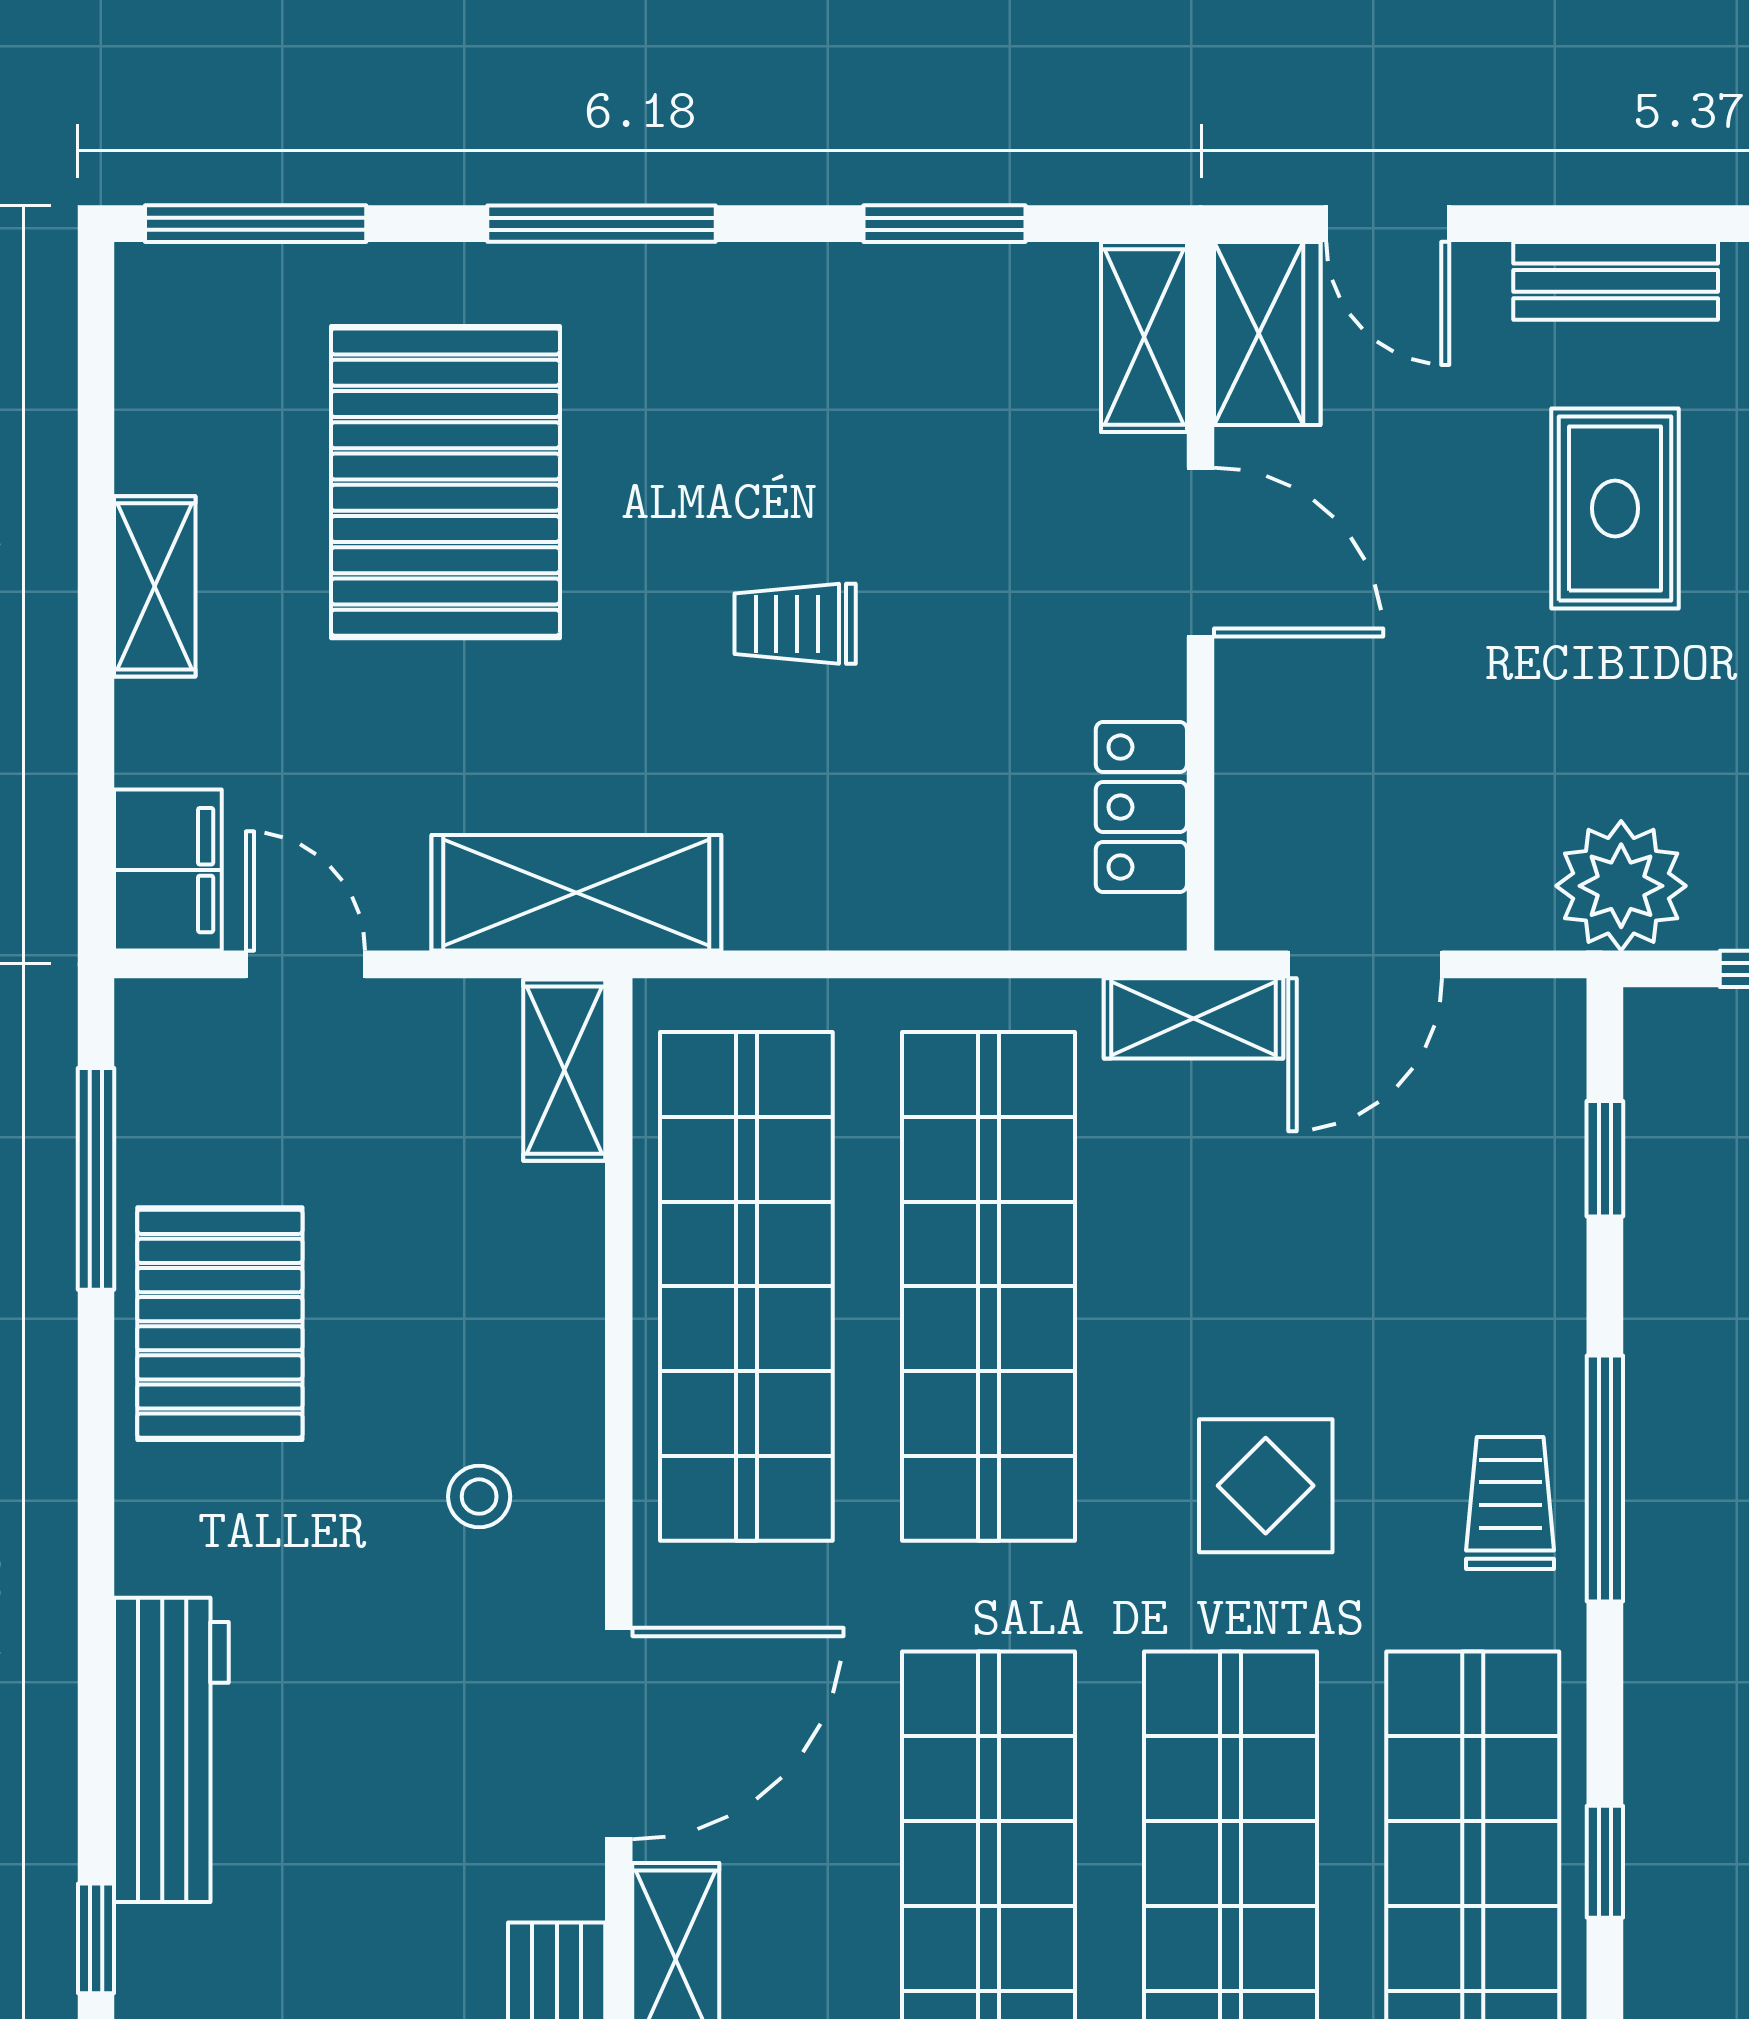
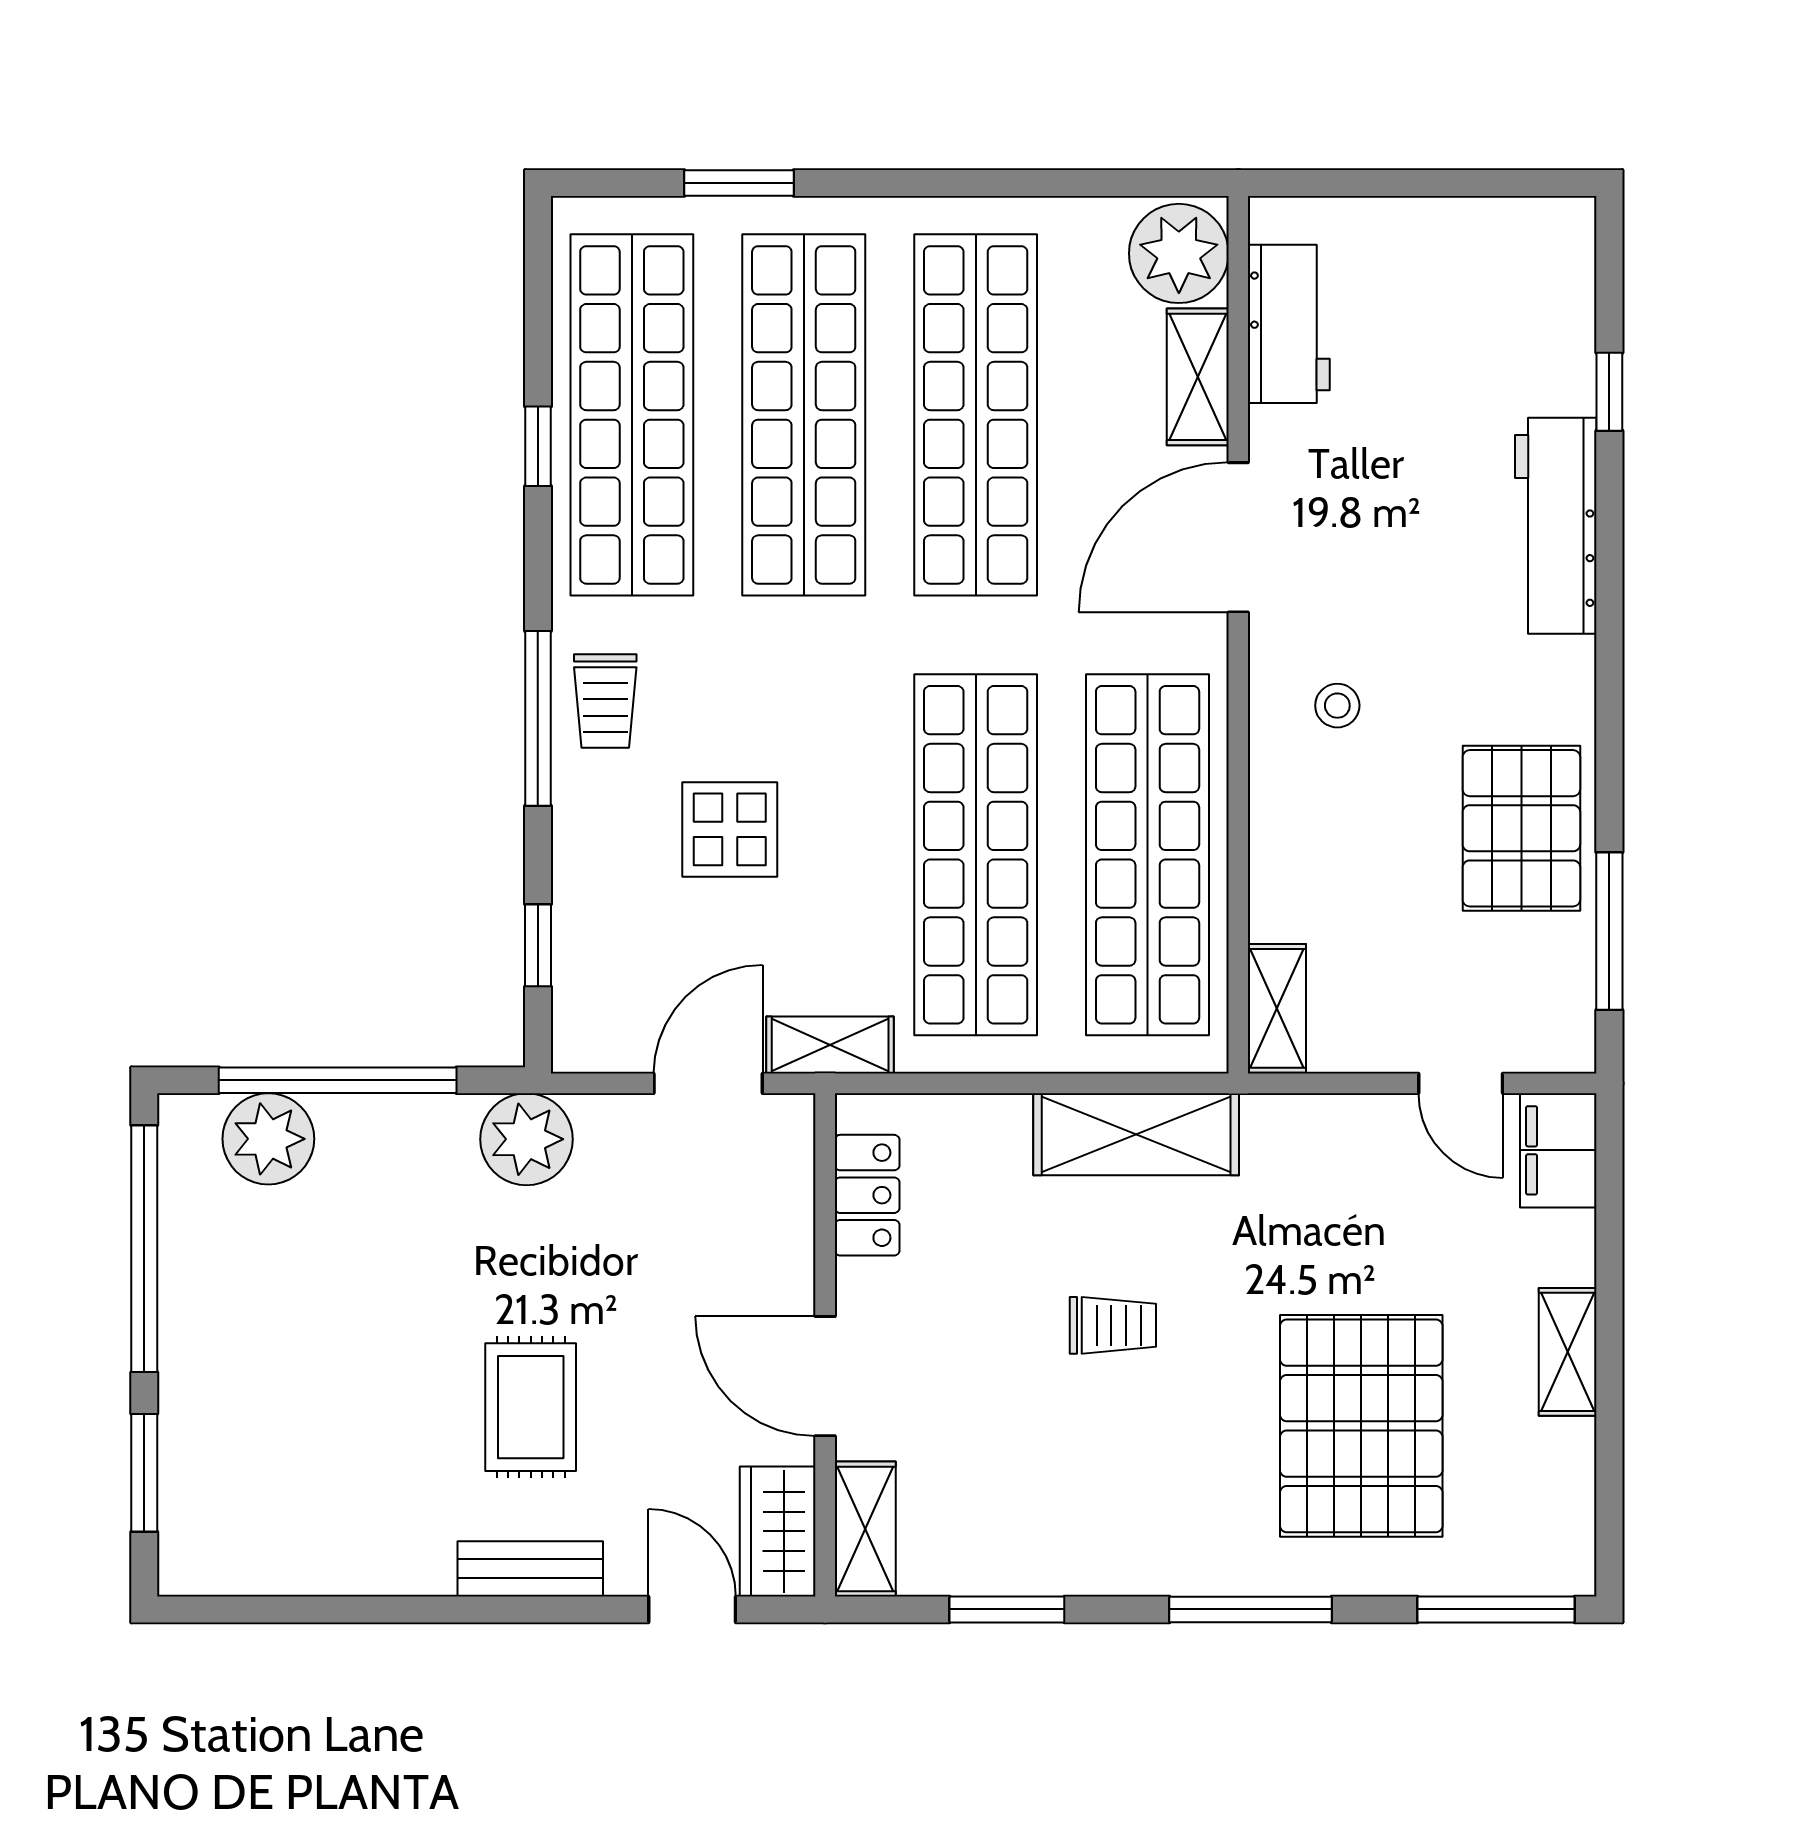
shelving: (576, 893) -> (1136, 1134), moved
display table: (1266, 1486) -> (730, 829), moved

